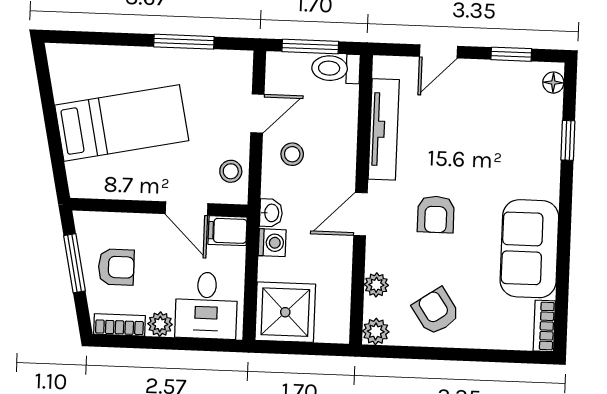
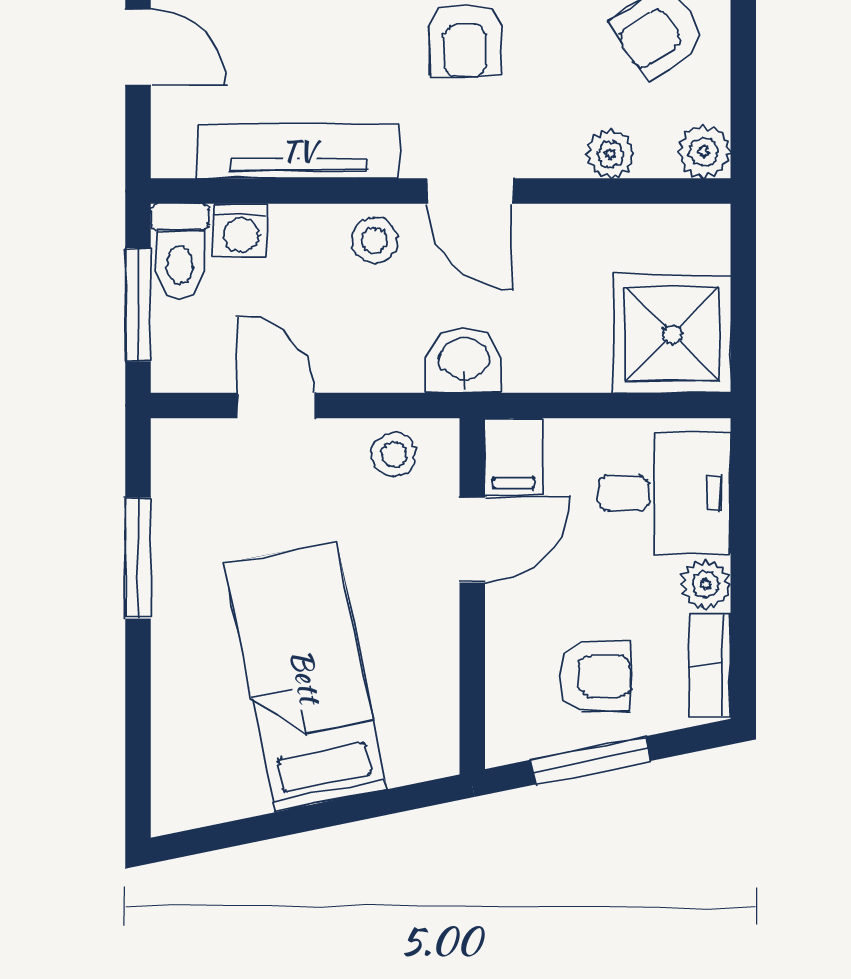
stool: (292, 154) -> (374, 240), moved
washbasin: (271, 213) -> (464, 361), width x1.38, depth x1.45
armchair: (436, 214) -> (465, 40), turned 90
washing machine: (272, 243) -> (241, 231), moved, turned 180
armchair: (116, 267) -> (595, 676), turned 90

